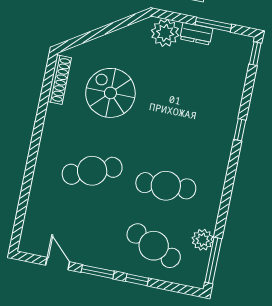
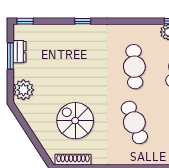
dresser: (196, 34) -> (19, 52), moved
spiral stairs: (110, 93) -> (75, 121), turned 90

